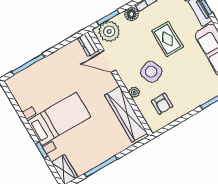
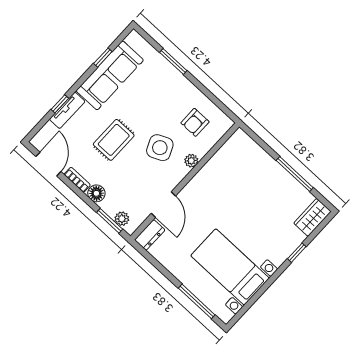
plant: (109, 31) -> (122, 219), width x0.53, depth x0.53
armchair: (162, 104) -> (195, 122), turned 180
wardrobe: (126, 114) -> (221, 163), removed
bed with nightstands: (59, 119) -> (230, 267), moved

